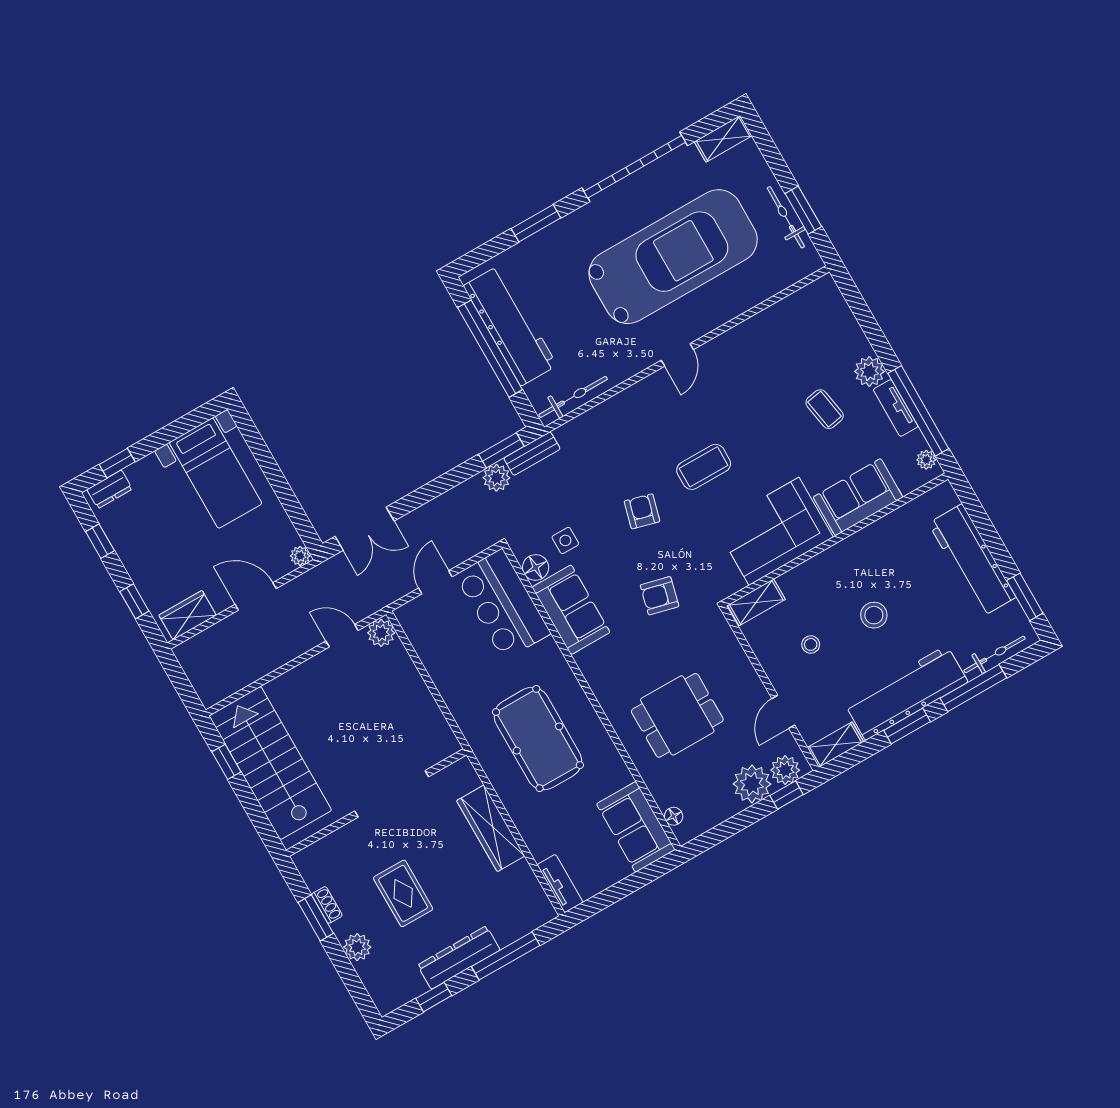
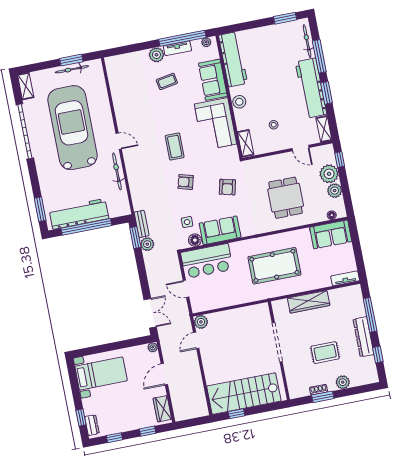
window: (536, 223) -> (40, 209), moved
bicycle: (573, 397) -> (117, 171), moved
workbench: (972, 560) -> (233, 59), moved, turned -90
stool: (874, 615) -> (239, 102), moved
plant: (785, 770) -> (335, 191), moved

